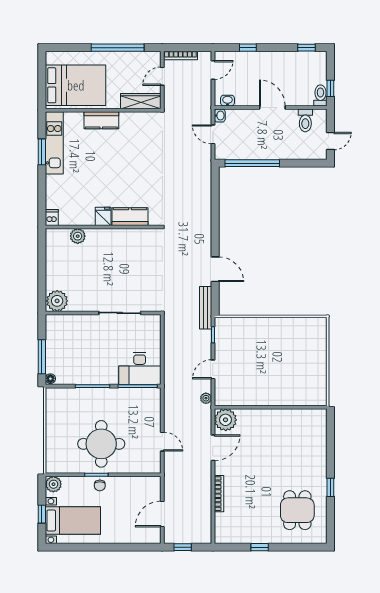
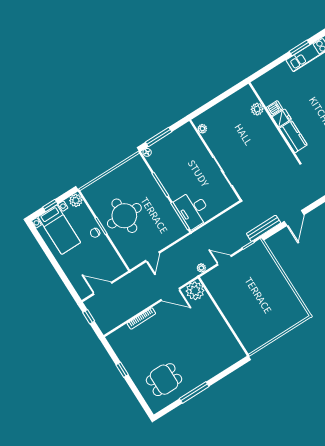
dishwasher: (52, 218) -> (274, 108), moved
plant: (57, 301) -> (202, 129), width x0.53, depth x0.53
window: (330, 487) -> (194, 392), width x2.17

